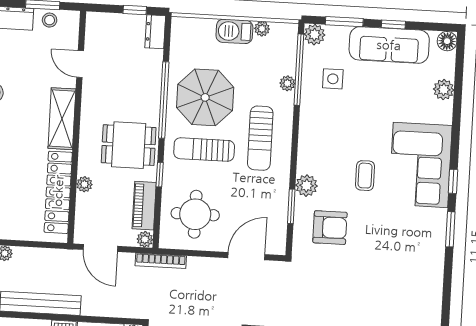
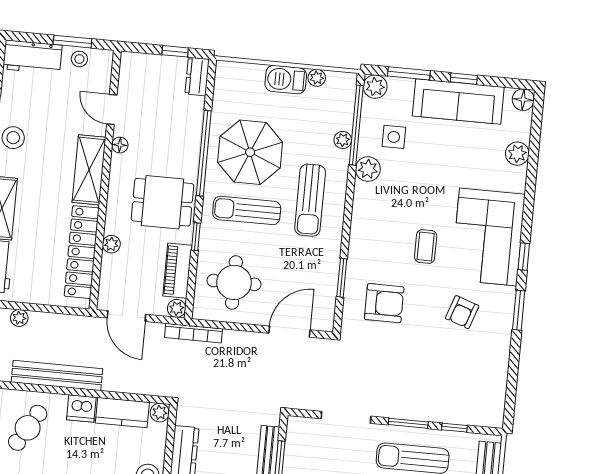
floor lamp: (89, 95) -> (120, 145), added
plant: (306, 186) -> (368, 169), moved
armchair: (400, 233) -> (462, 312), added

